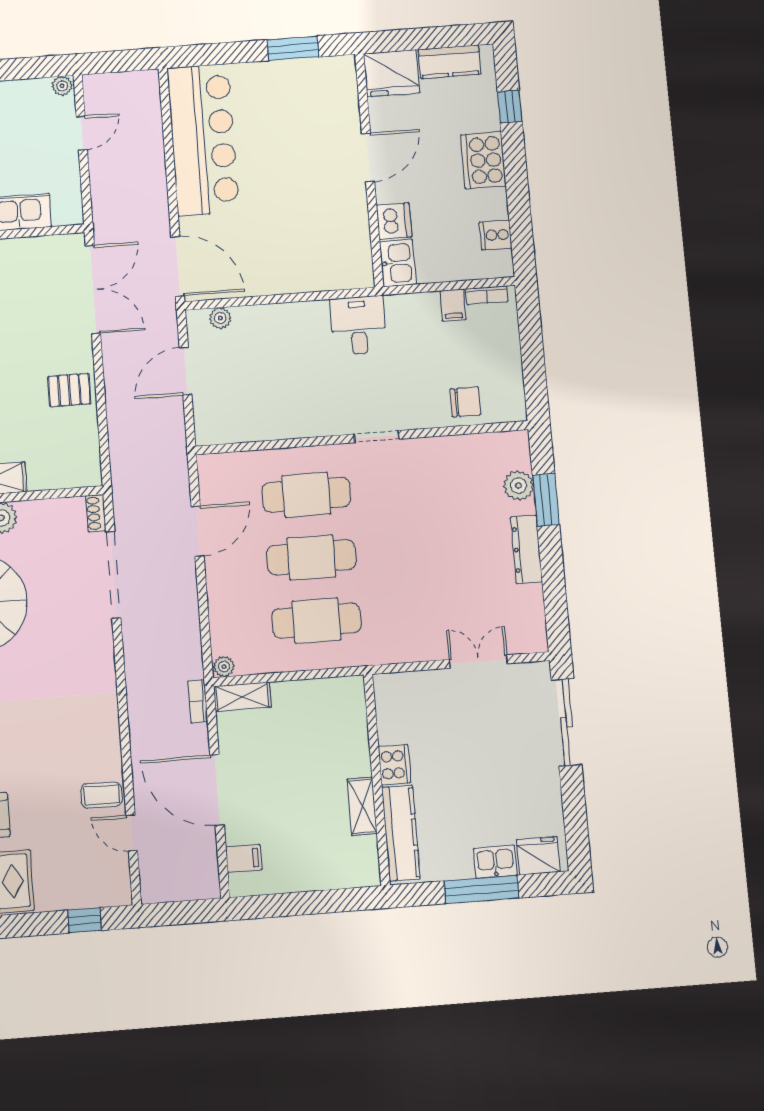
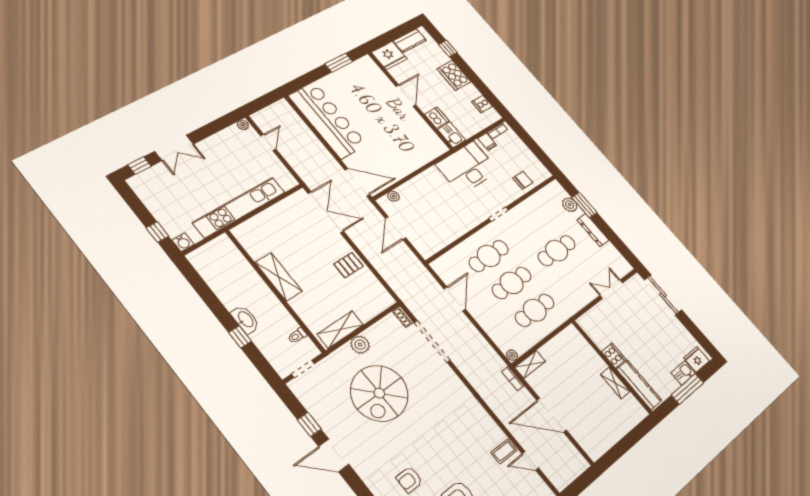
desk: (358, 325) -> (467, 168), width x1.87, depth x1.30
cafe table: (432, 548) -> (557, 251), added
filing cabinet: (244, 858) -> (586, 440), removed

